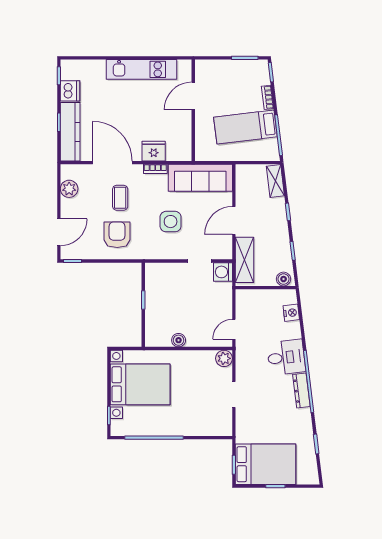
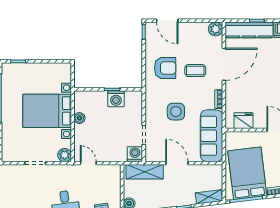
bed: (245, 127) -> (247, 173), width x1.50
fridge: (154, 151) -> (243, 121), moved, turned -90
plant: (69, 189) -> (216, 29), moved
washing machine: (155, 295) -> (116, 99), added
bed with nightstands: (140, 384) -> (47, 111), moved, turned 90

